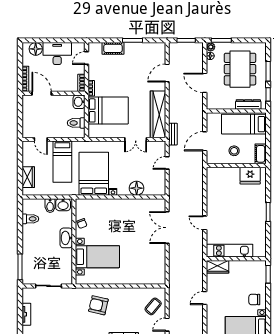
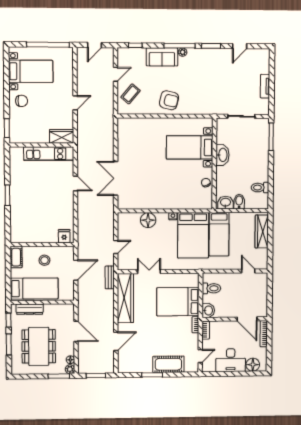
cot: (113, 48) -> (168, 364), width x1.37, depth x1.34
bed: (62, 162) -> (219, 234), moved, turned 180
fridge: (250, 176) -> (64, 236), moved, width x0.53, depth x0.75
wardrobe: (28, 177) -> (262, 231), width x1.50
double door: (167, 228) -> (116, 178), swing flipped
washbasin: (66, 238) -> (223, 155), moved
armchair: (98, 305) -> (169, 100), moved

